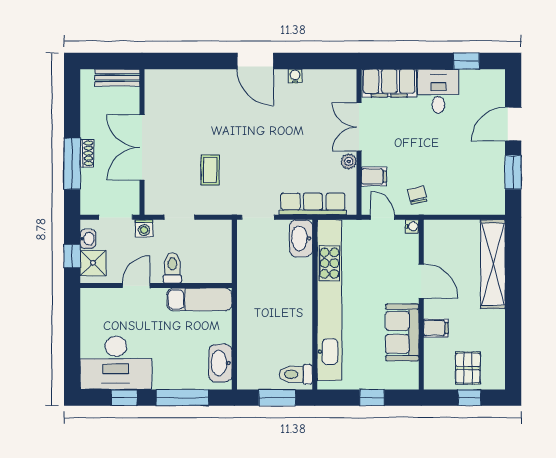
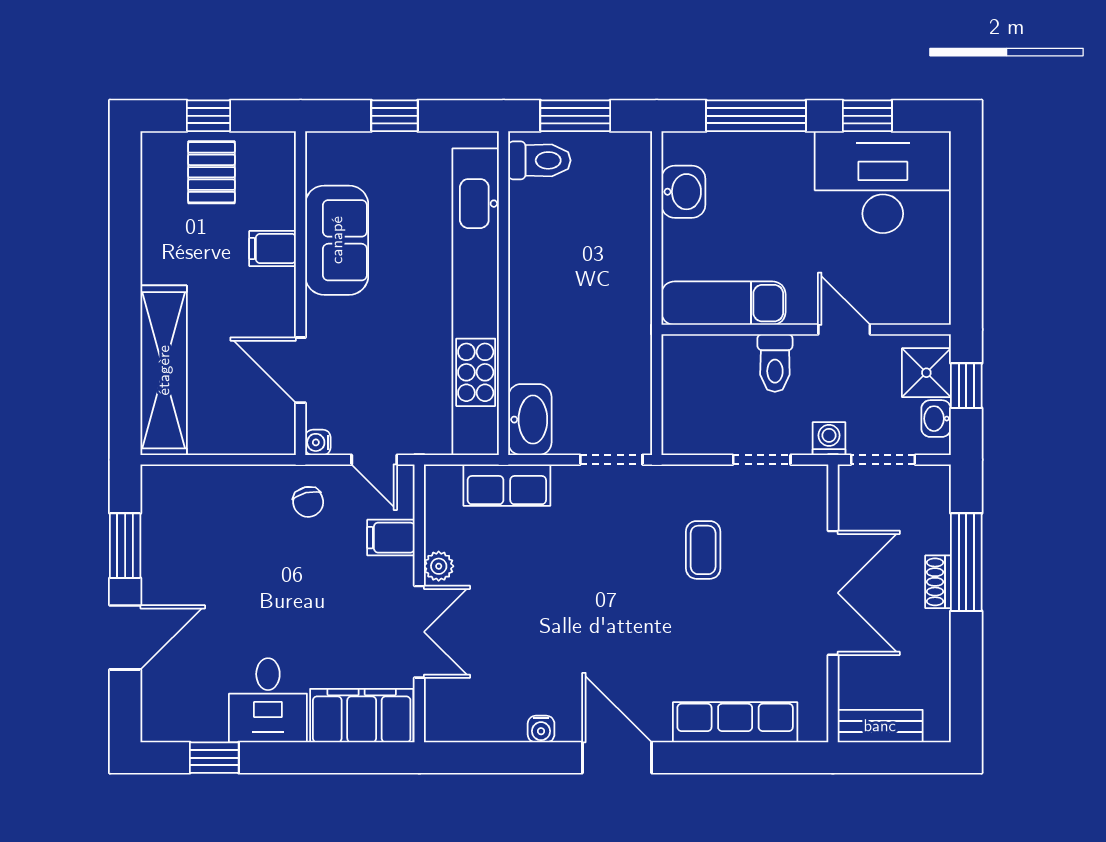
row of seats: (193, 80) -> (735, 722), added
row of seats: (313, 204) -> (507, 485), width x0.68
door: (421, 281) -> (301, 370), moved
door: (136, 286) -> (844, 329), swing flipped
washbasin: (220, 363) -> (683, 192), width x0.72

